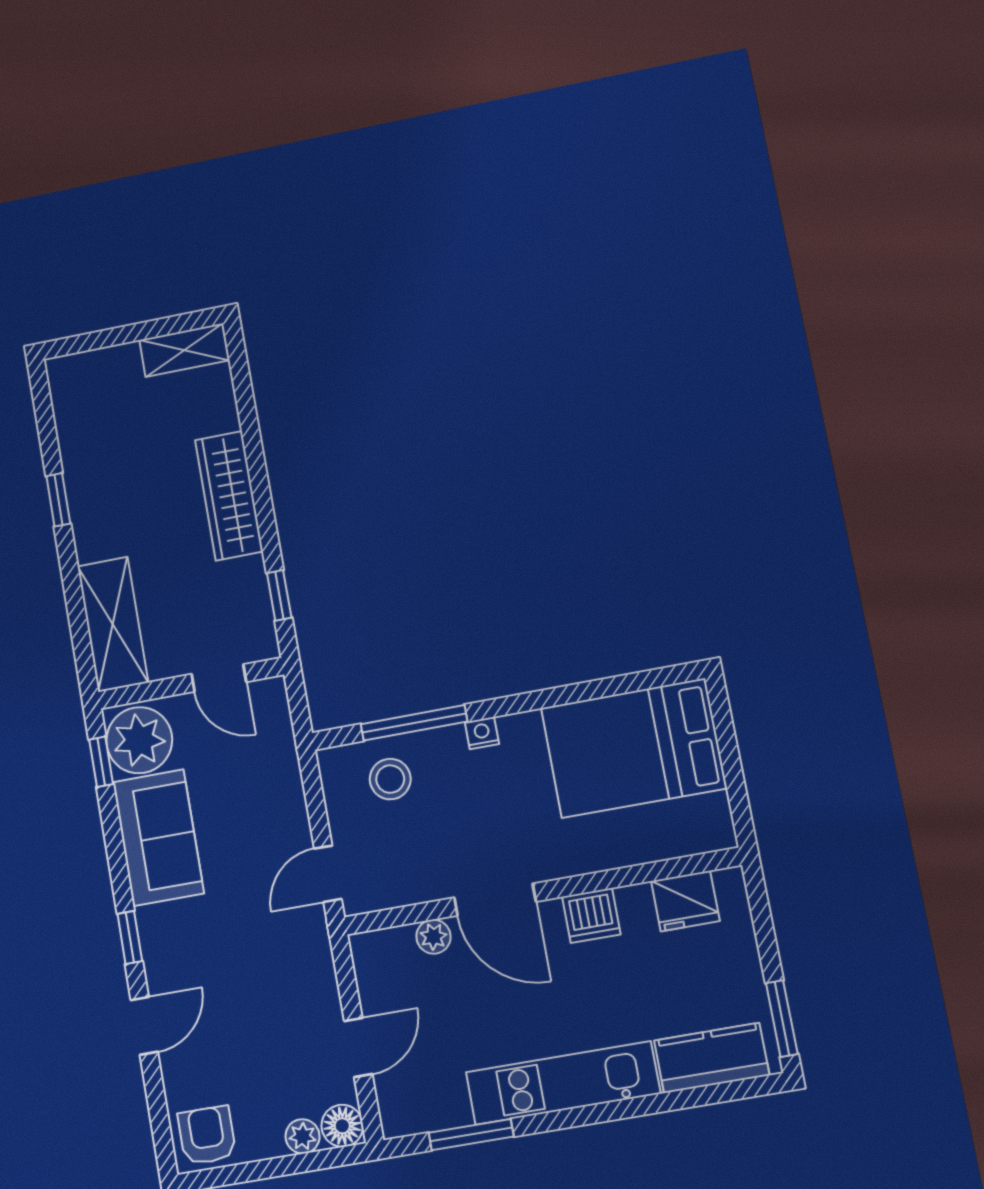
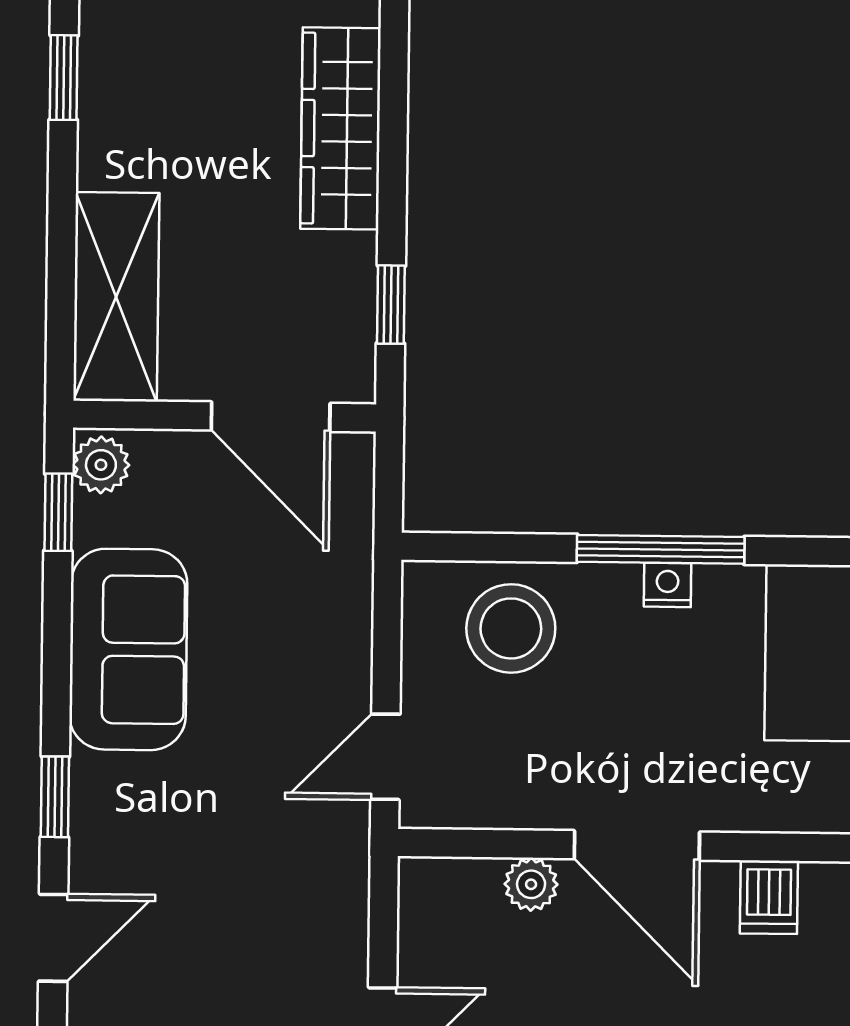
door: (219, 678) -> (271, 417), width x1.37
window: (414, 723) -> (661, 549), moved
plant: (139, 740) -> (101, 465), width x0.53, depth x0.53
stool: (390, 779) -> (511, 628), width x1.38, depth x1.38
dishwasher: (591, 915) -> (769, 897), width x0.73

